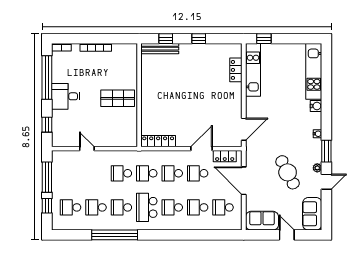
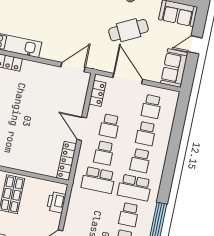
door: (244, 129) -> (73, 67), hinge flipped
printer: (119, 140) -> (56, 202), added
door: (202, 149) -> (82, 129), moved
school desk: (121, 173) -> (93, 207), removed
school desk: (147, 173) -> (98, 180), width x1.85
door: (244, 181) -> (128, 79), swing flipped

